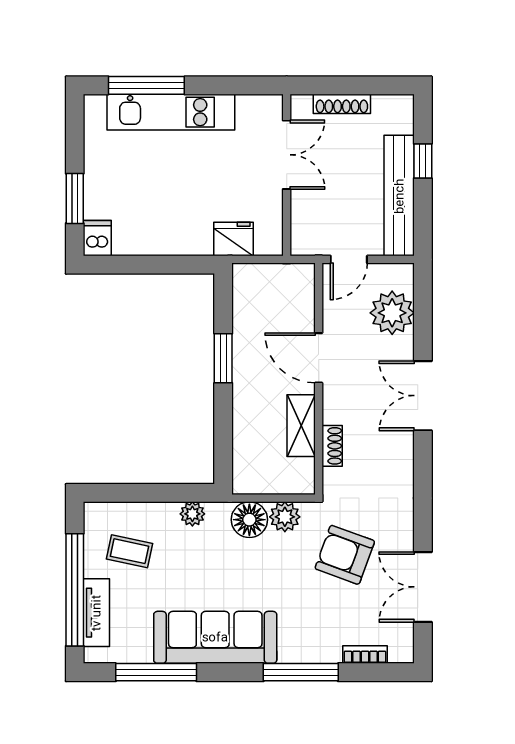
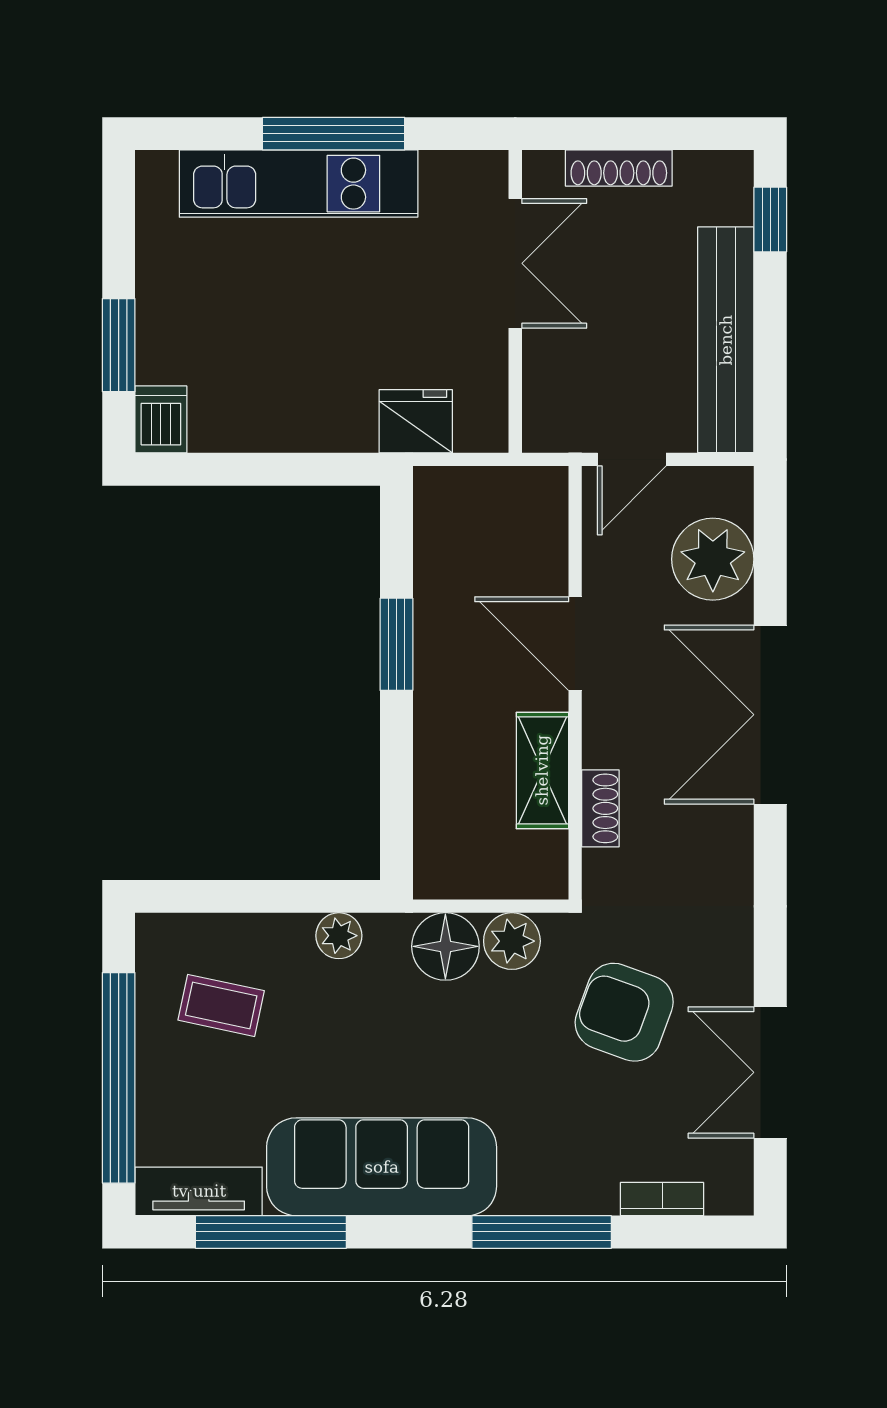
window: (146, 85) -> (334, 134), moved
window: (423, 161) -> (770, 219), moved
double door: (423, 396) -> (770, 715), width x1.37
tv unit: (96, 613) -> (199, 1191), moved, turned -90

